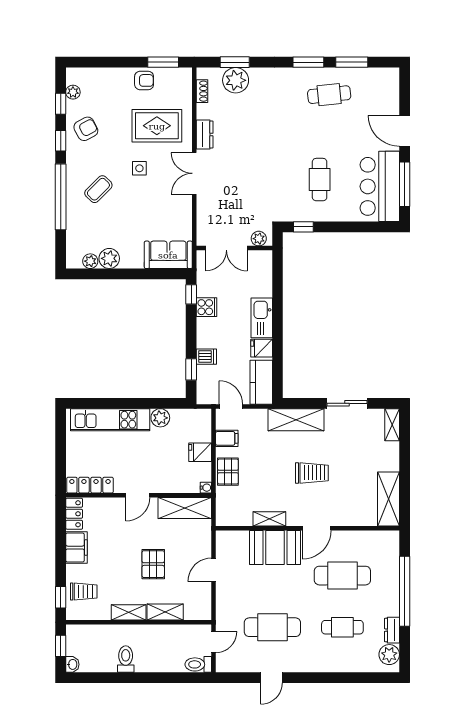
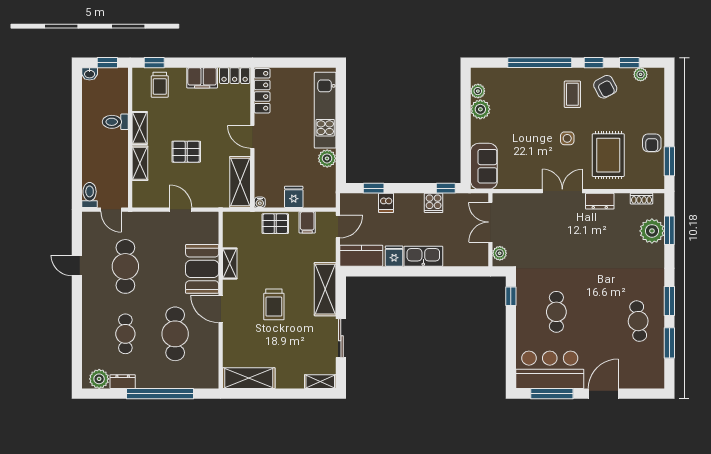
cafe table: (320, 180) -> (556, 312), turned 90
coffee table: (98, 189) -> (572, 94), moved, turned 45
toilet: (126, 659) -> (115, 122), moved, turned 180

